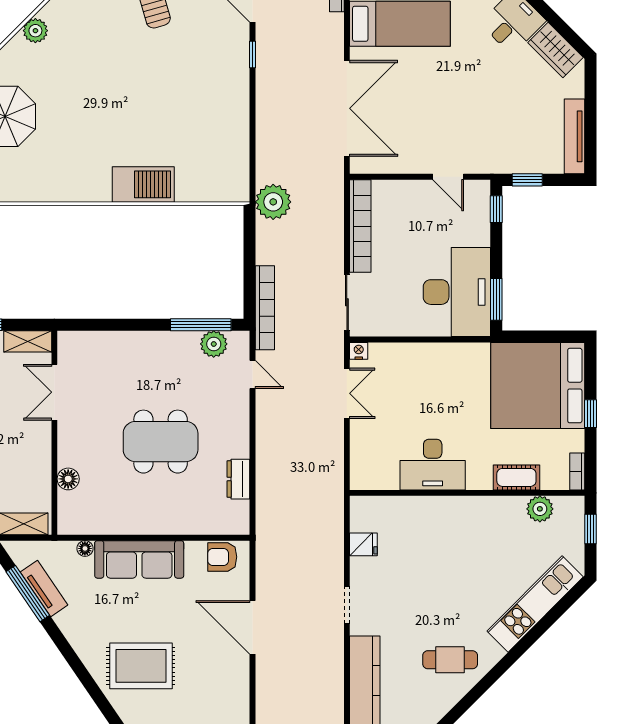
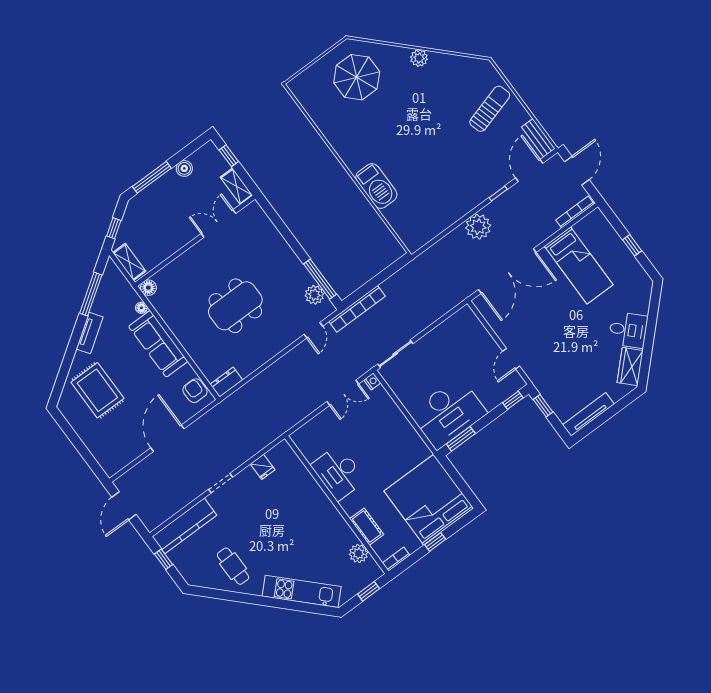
plant: (273, 202) -> (478, 227), moved
bookcase: (360, 226) -> (445, 329), removed
dining table: (161, 442) -> (235, 306), turned 90
floor lamp: (68, 479) -> (148, 288), moved
dresser: (238, 479) -> (226, 382), moved
tv unit: (44, 588) -> (90, 333), moved

